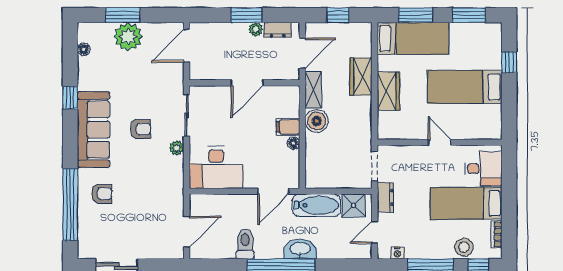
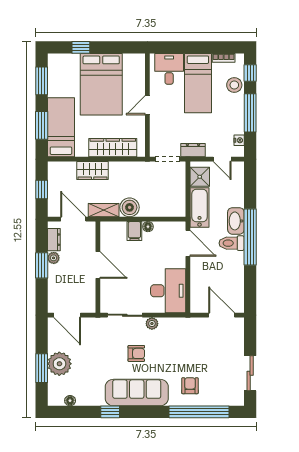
bed: (465, 87) -> (101, 84), width x1.50
wardrobe: (388, 91) -> (113, 148), width x1.50
armchair: (141, 129) -> (136, 353), turned 90
toilet: (245, 244) -> (232, 243), moved

